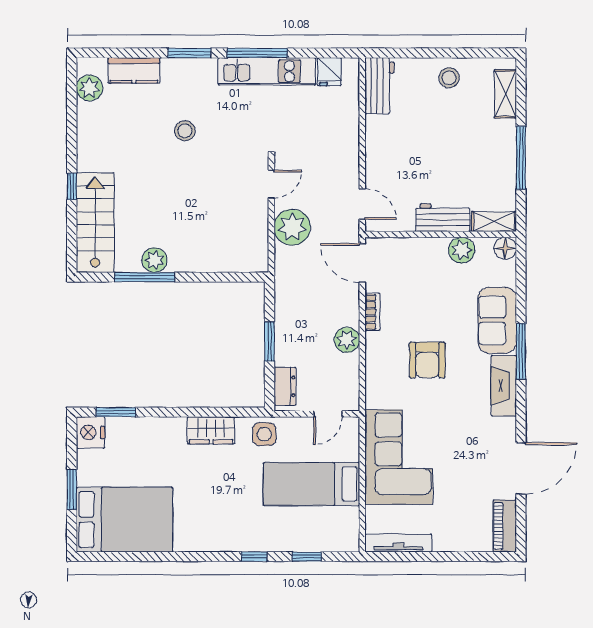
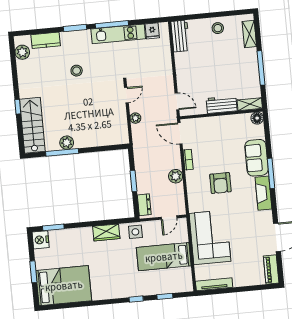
plant: (292, 227) -> (135, 118), width x0.53, depth x0.53
plant: (462, 250) -> (234, 121), removed

